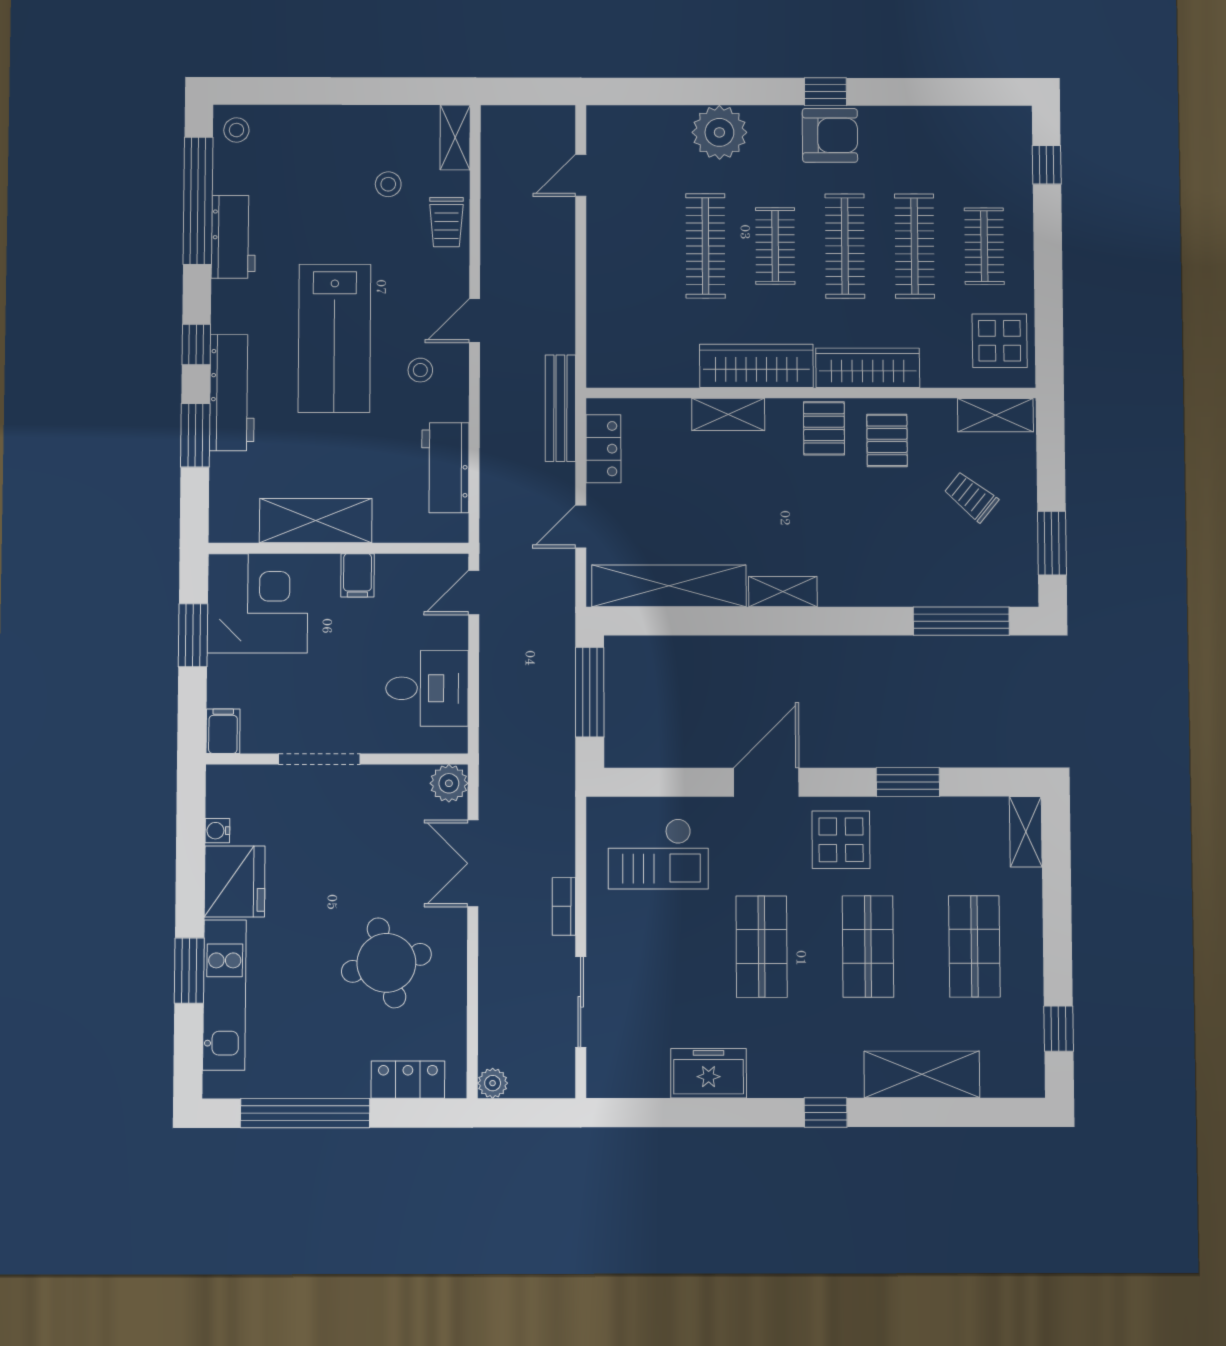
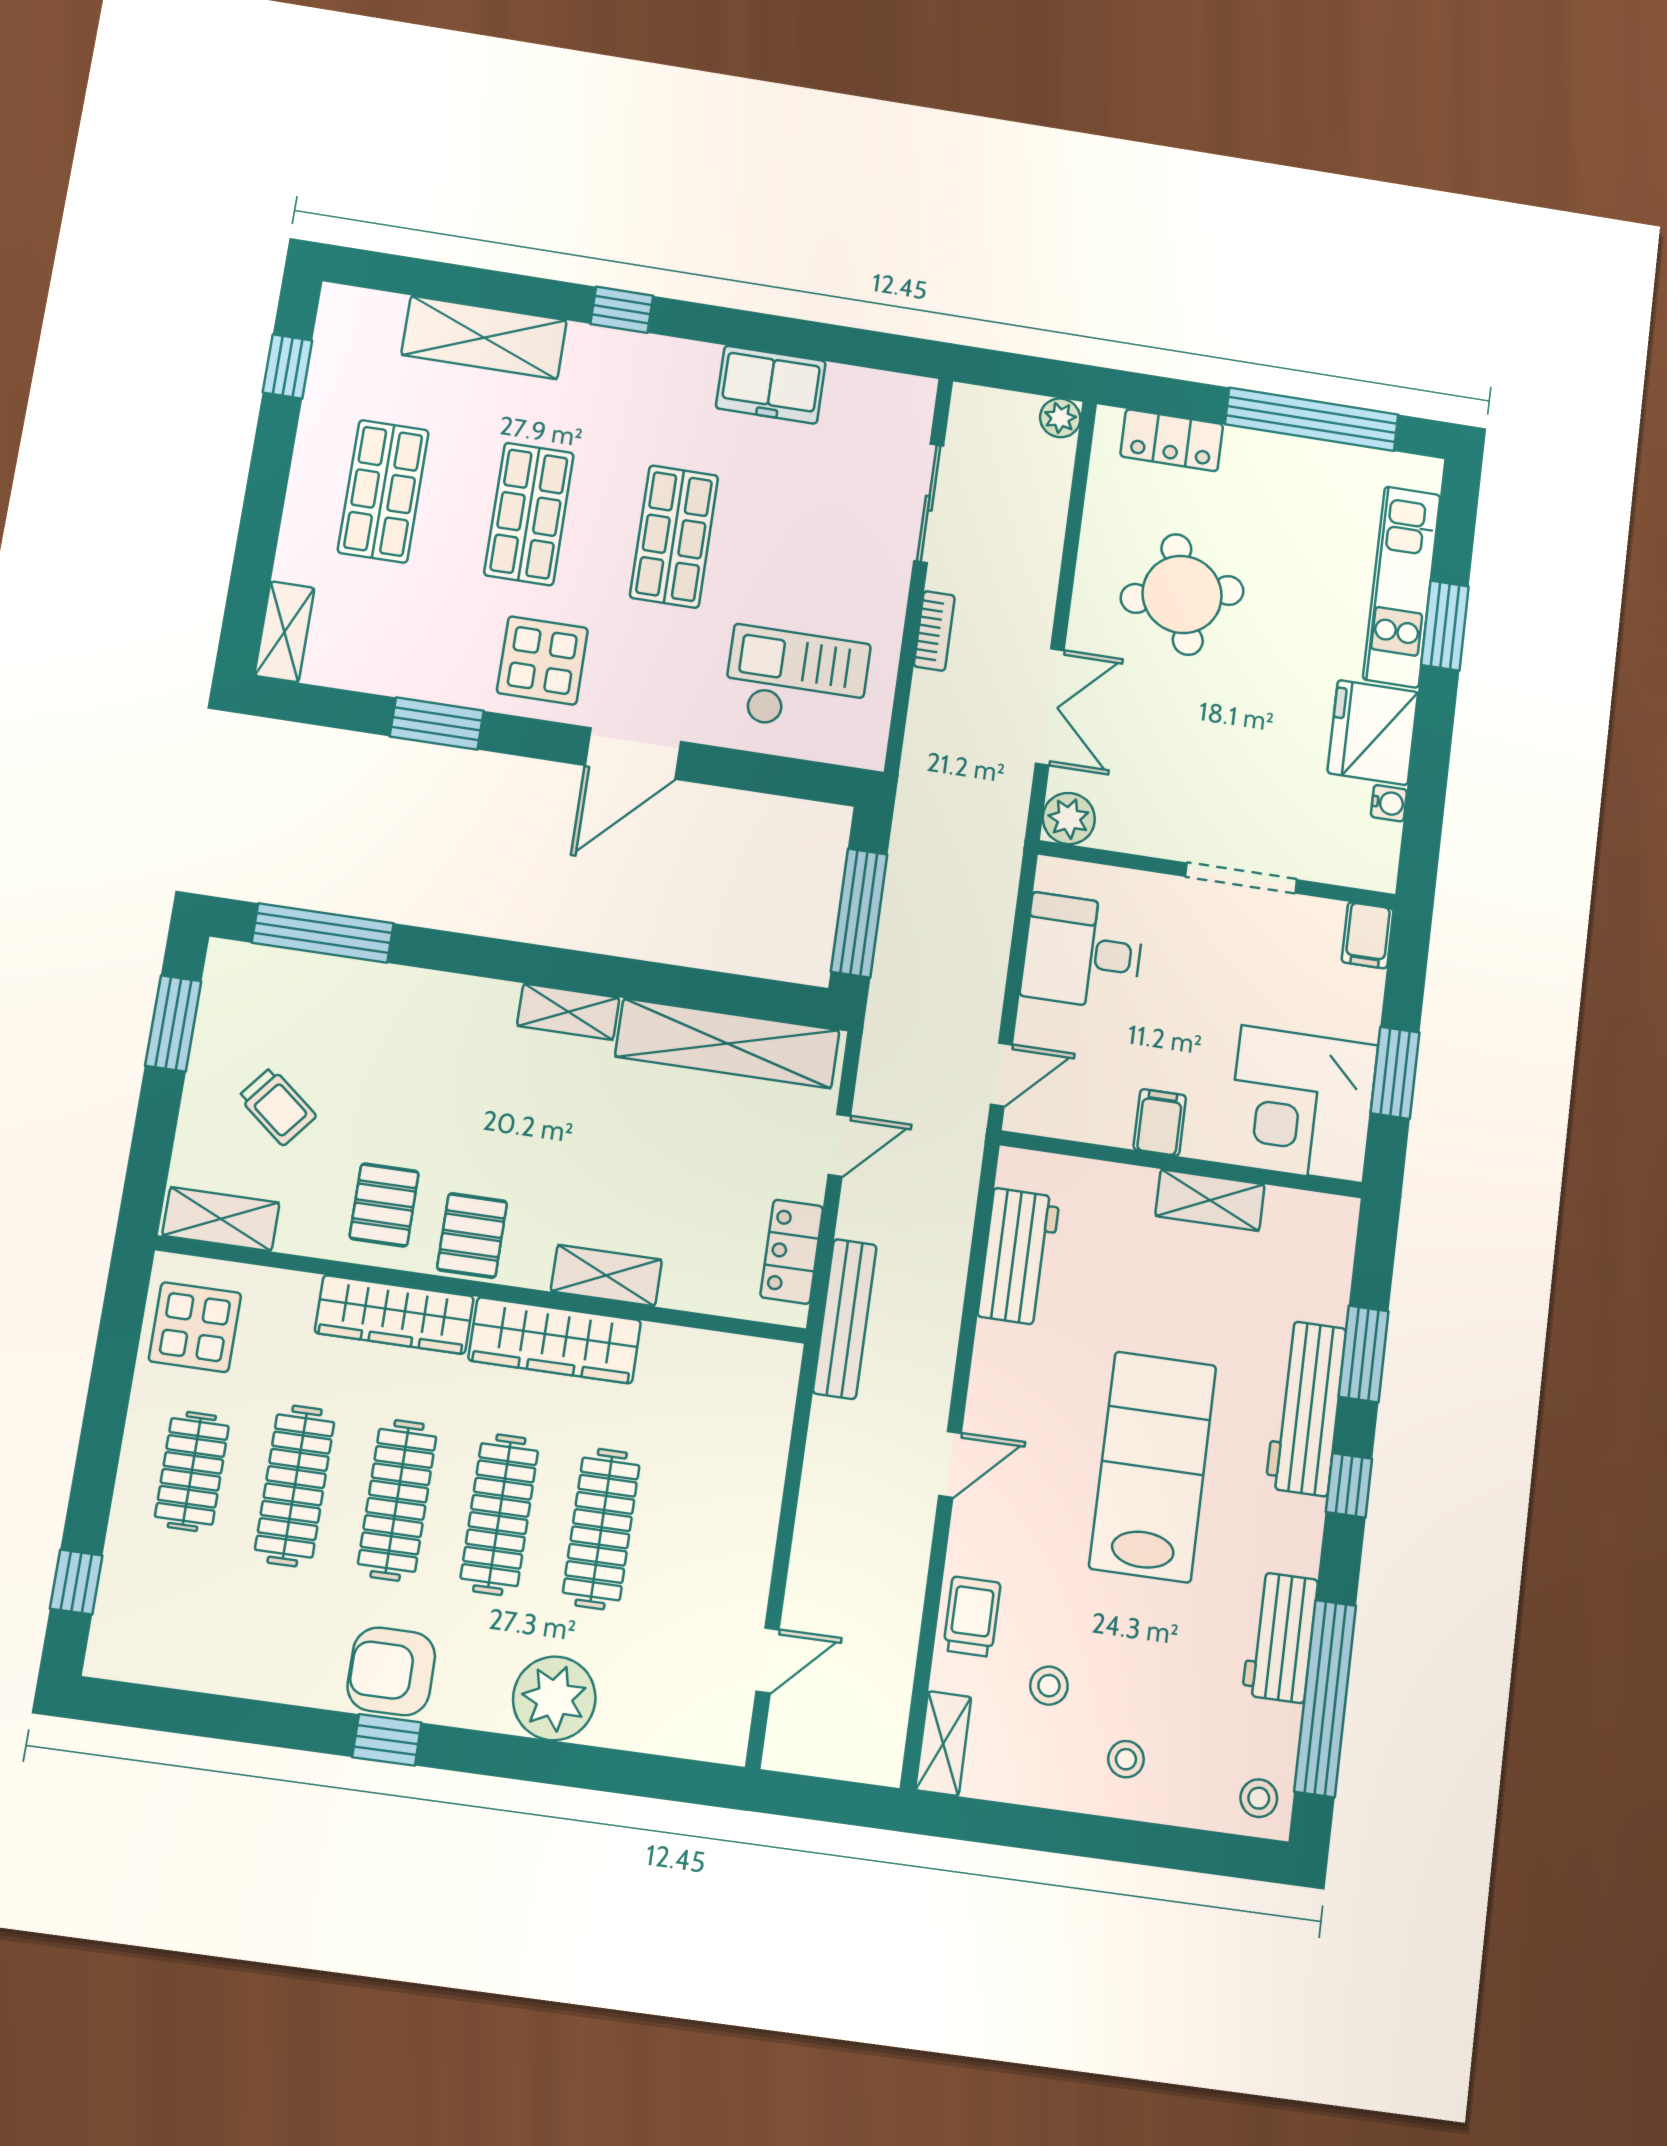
clothes rail: (775, 246) -> (499, 1514), width x1.36
stool: (420, 370) -> (1126, 1759), moved
shelving: (316, 521) -> (1210, 1200), width x0.67, depth x0.75

